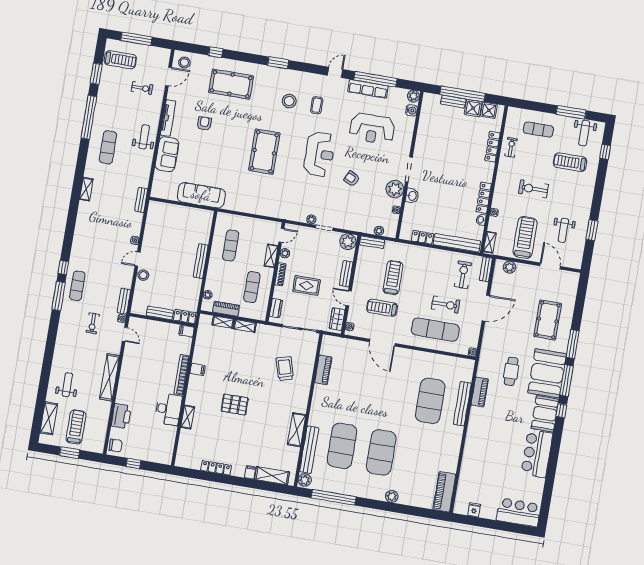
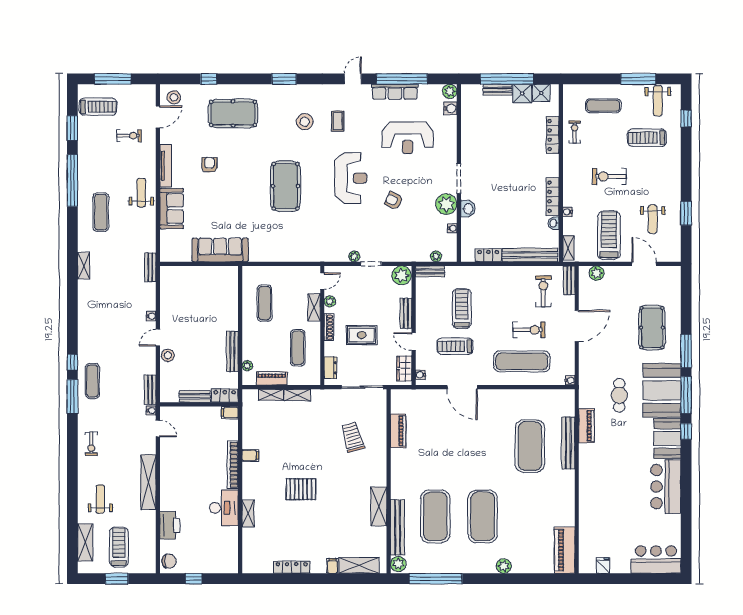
bench: (201, 261) -> (232, 352), moved
exercise bike: (93, 323) -> (91, 444), moved

